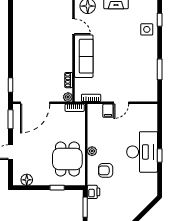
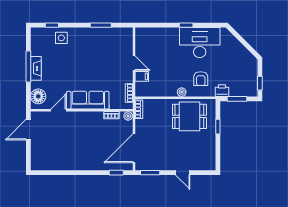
door: (35, 103) -> (134, 148), swing flipped
desk: (142, 152) -> (200, 43), moved
floor lamp: (27, 180) -> (210, 157), removed

